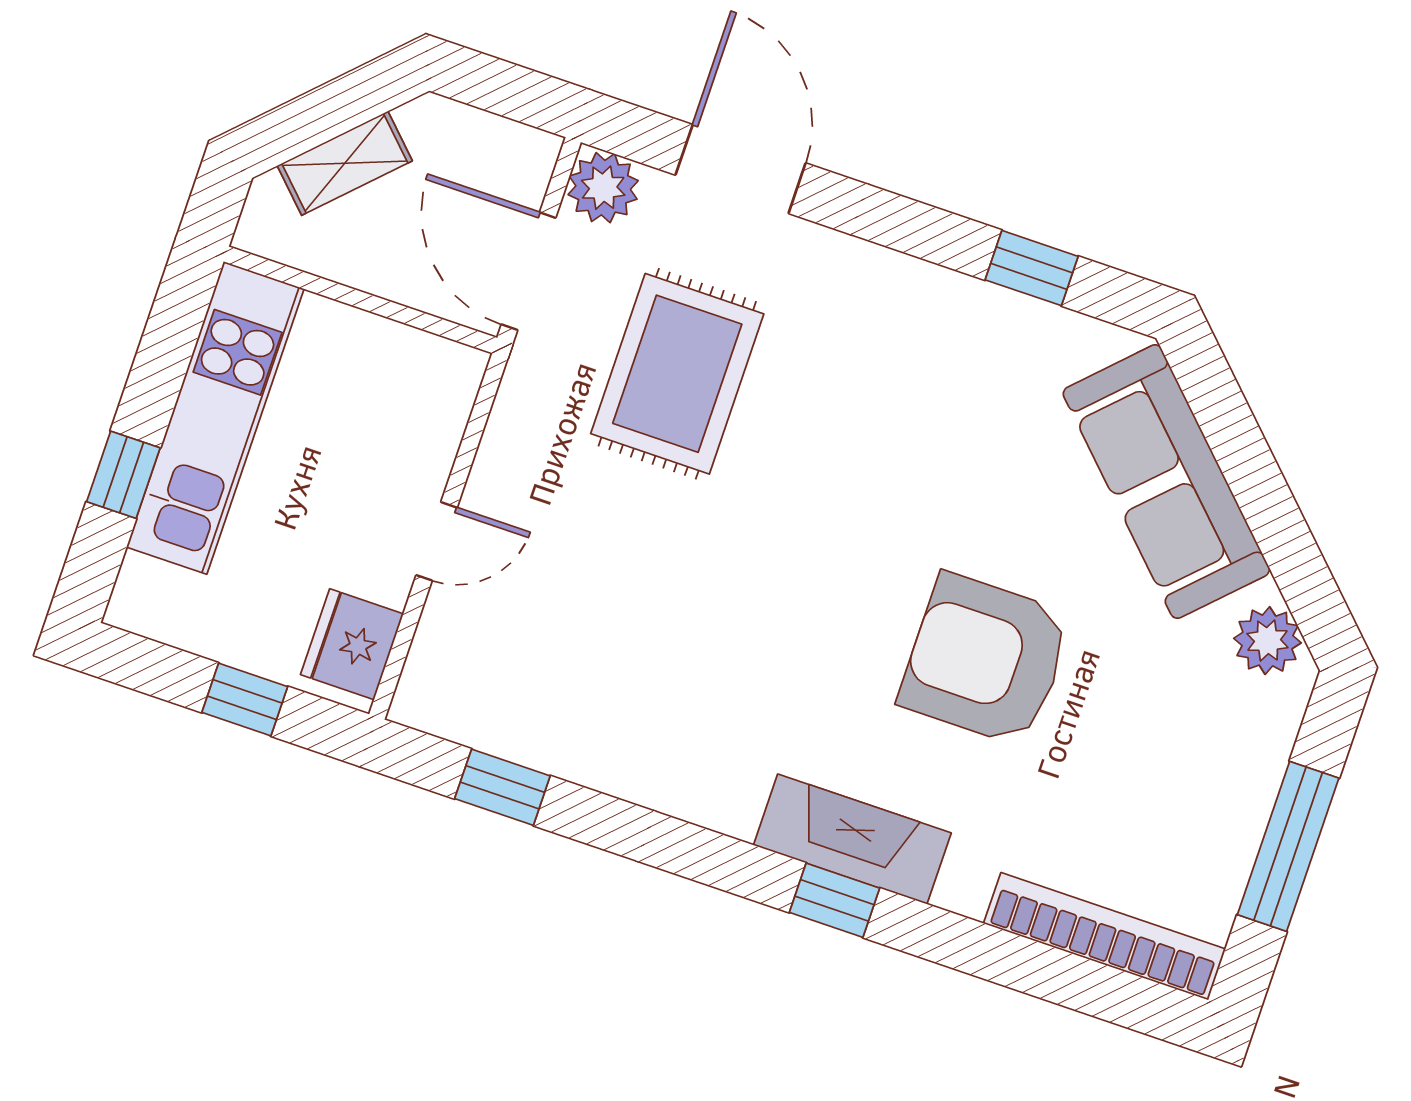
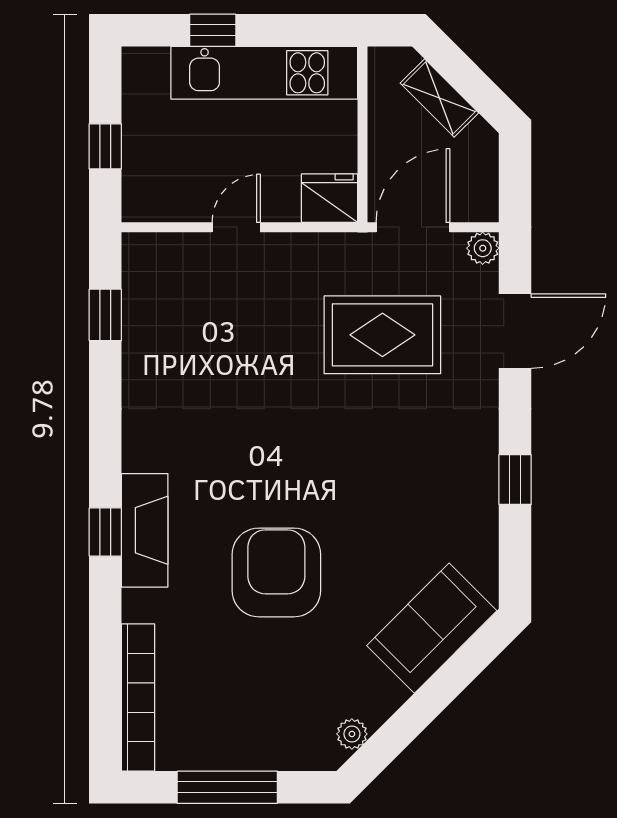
plant: (603, 188) -> (483, 248), width x0.73, depth x0.73
window: (1032, 268) -> (515, 480), moved
sofa: (1166, 482) -> (432, 628), width x0.73
door: (437, 541) -> (236, 227), swing flipped
plant: (1267, 641) -> (352, 734), width x0.73, depth x0.73
fridge: (352, 644) -> (330, 198), moved

